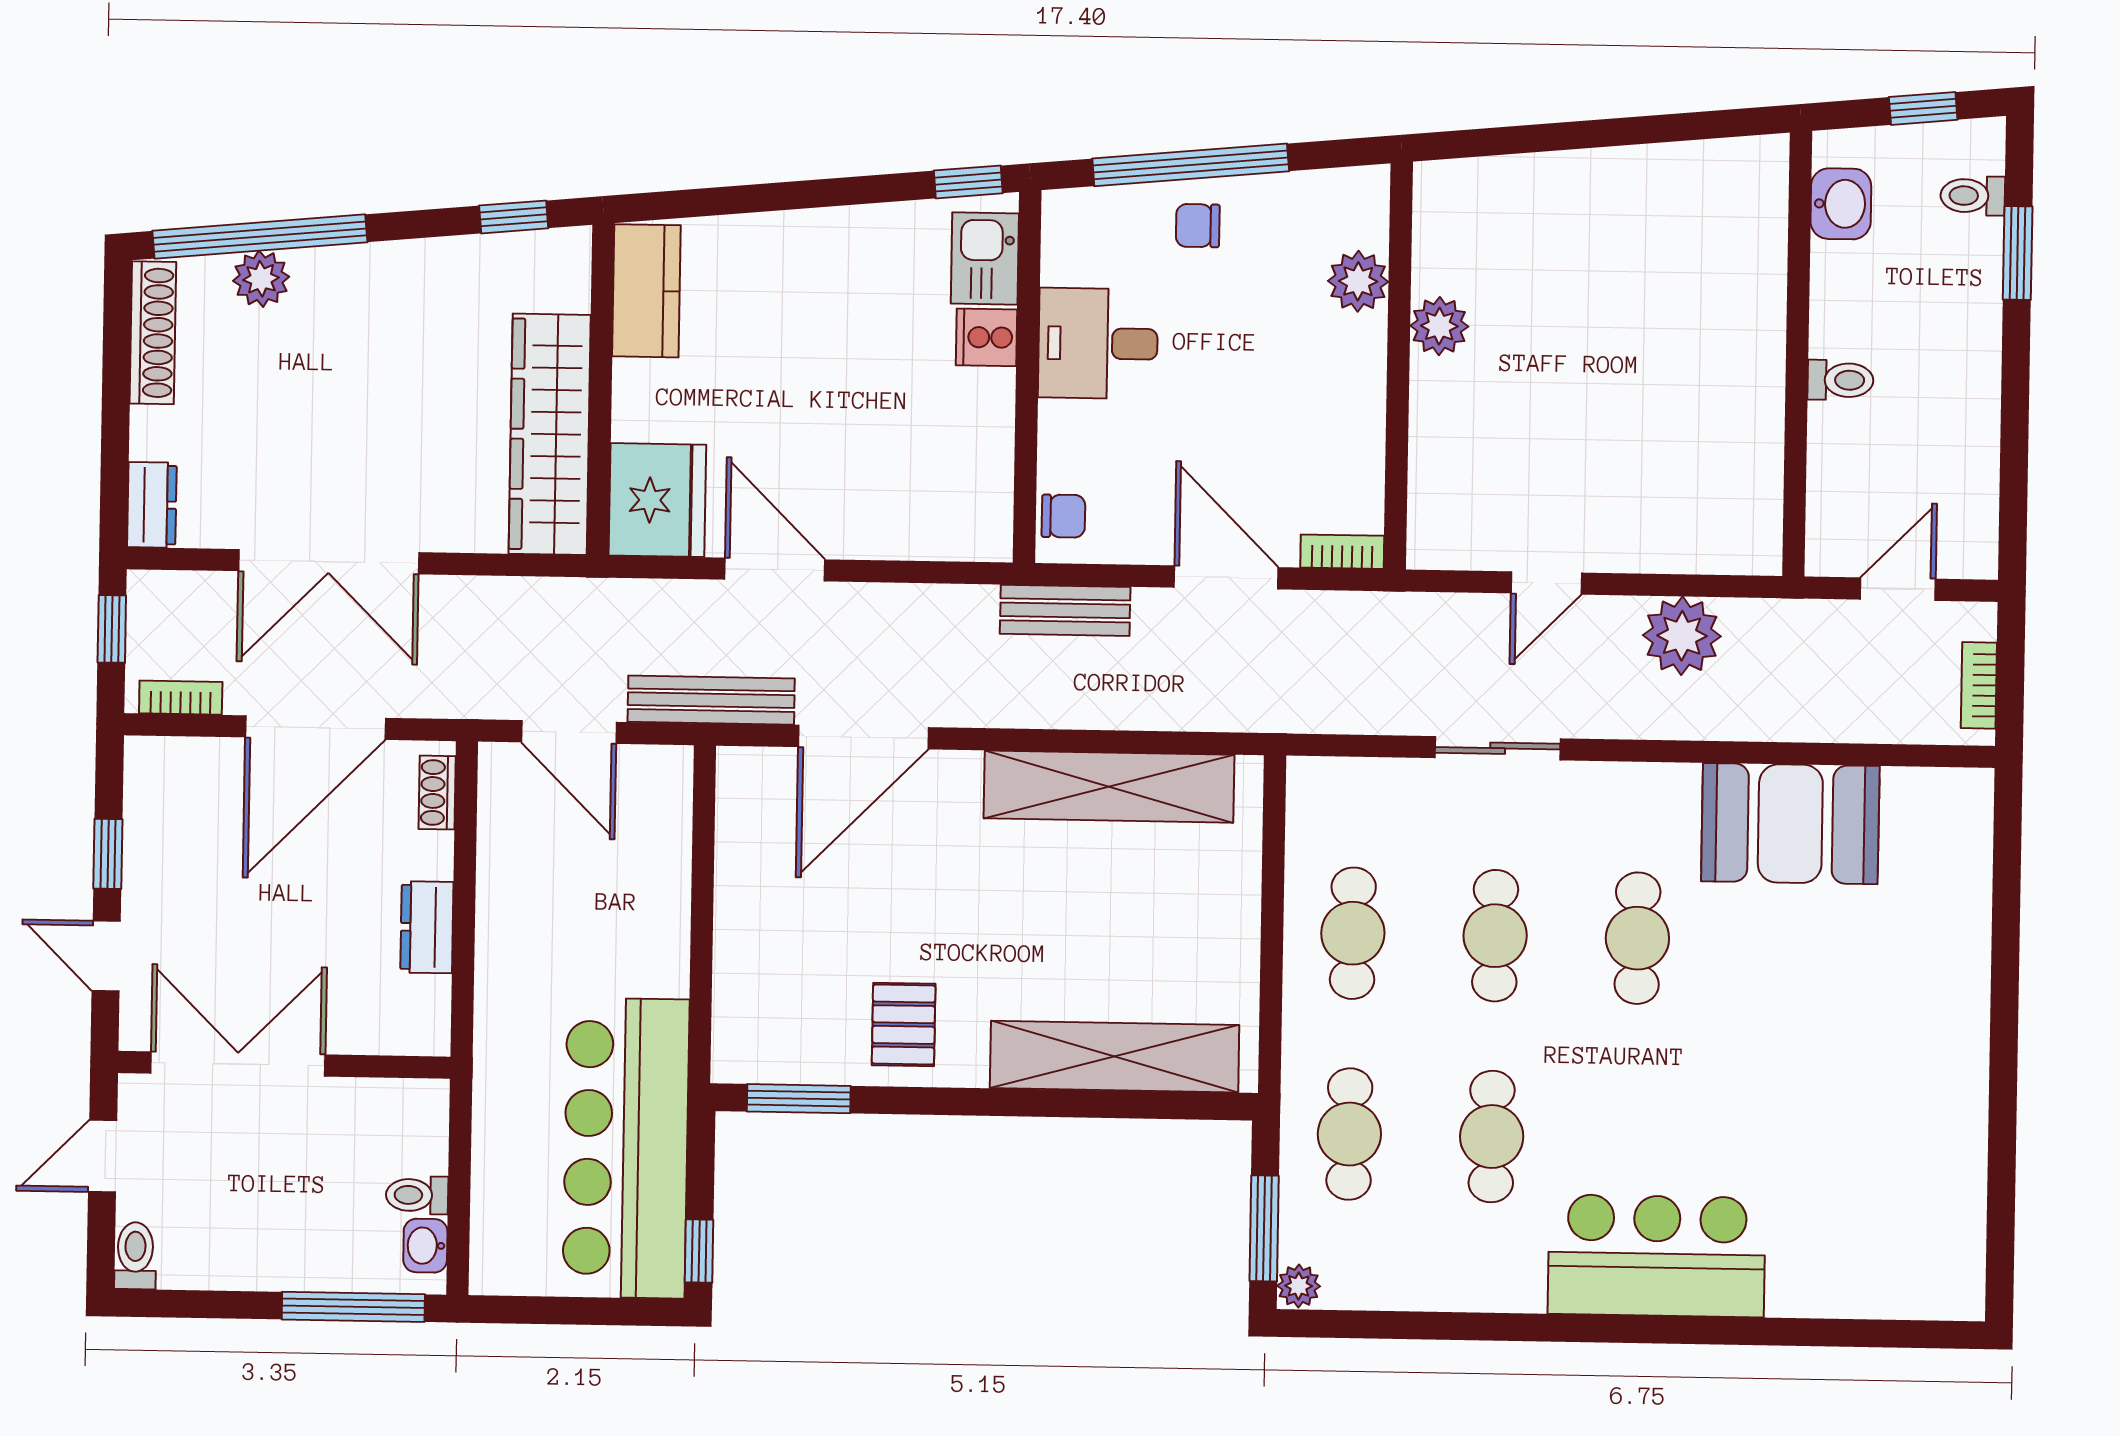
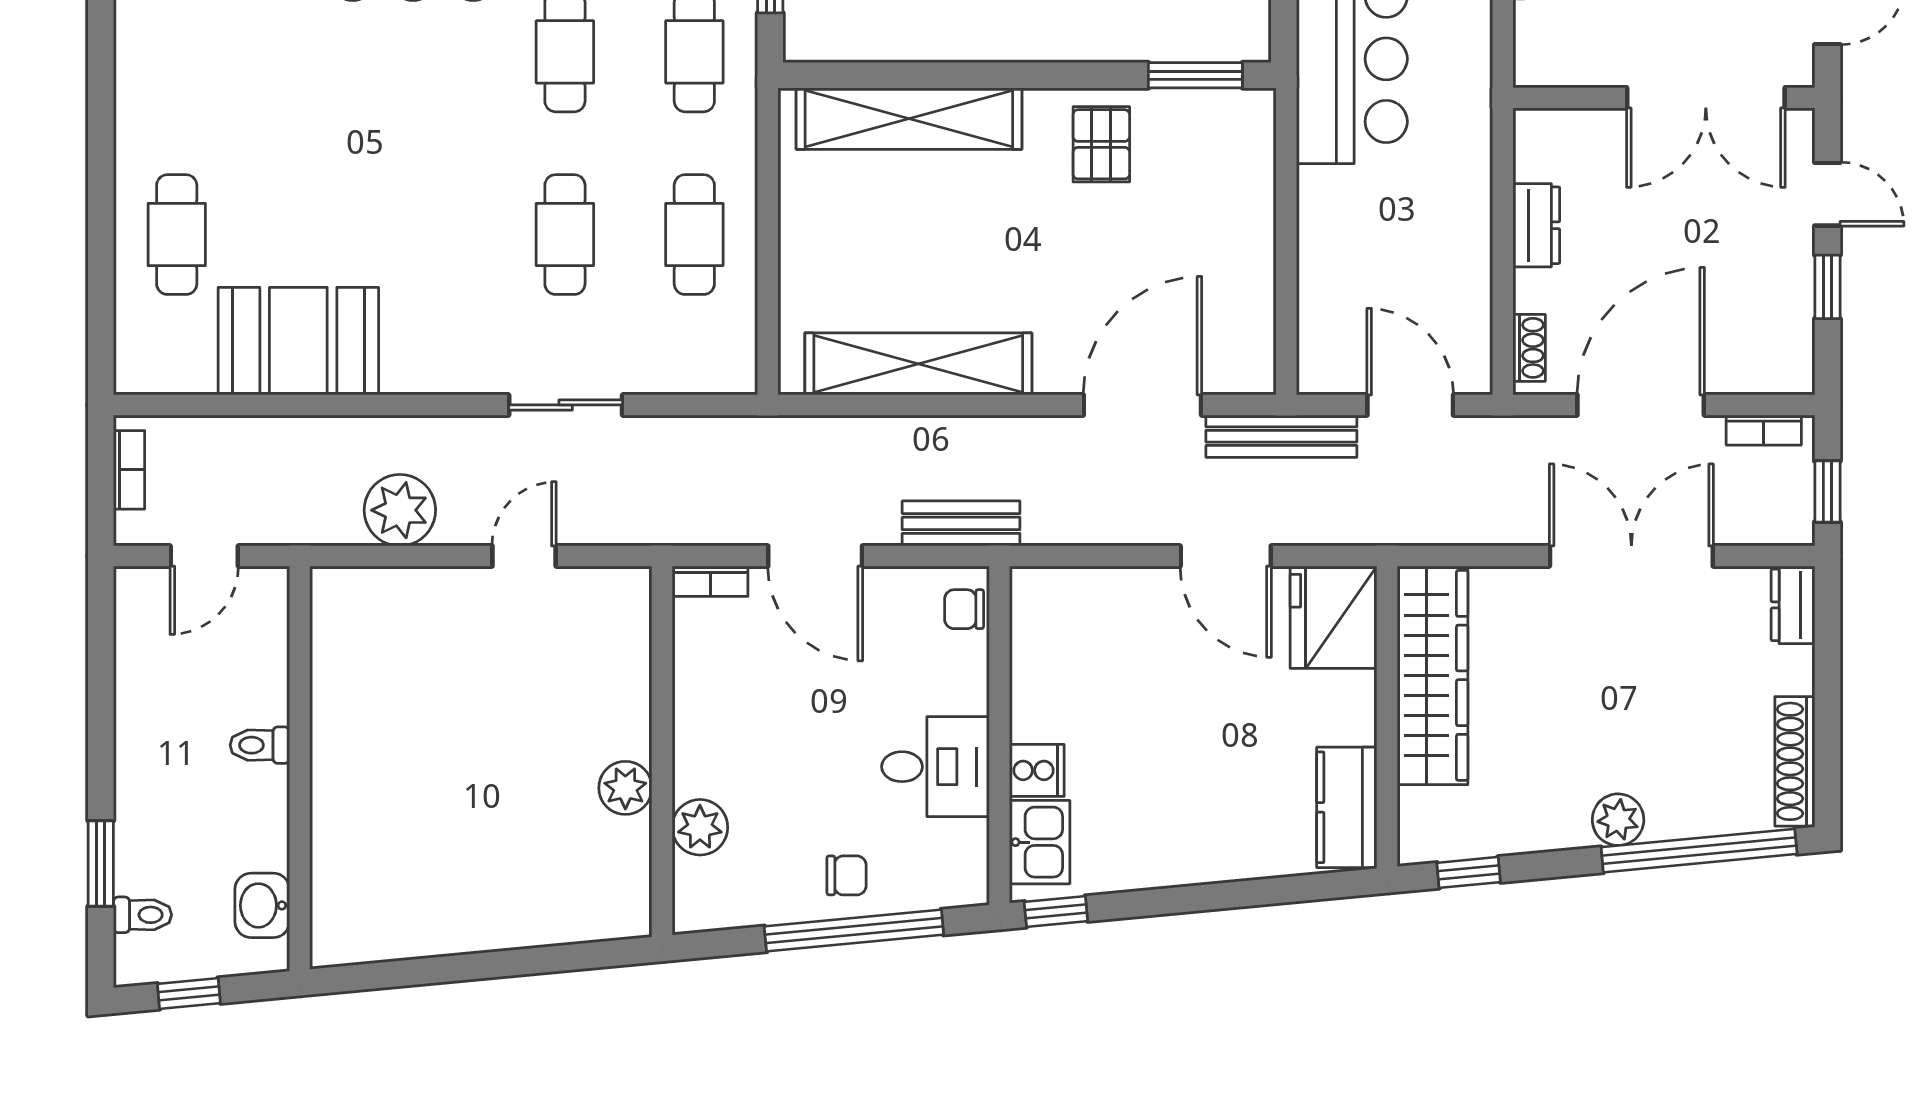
plant: (261, 279) -> (1618, 820), moved
cafe table: (1637, 938) -> (177, 235), moved

